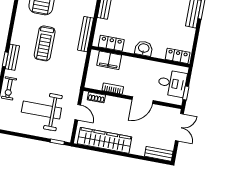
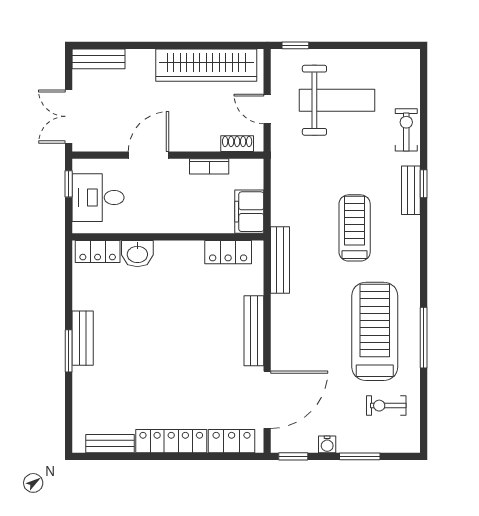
washbasin: (144, 48) -> (137, 254), moved
filing cabinet: (109, 60) -> (249, 212), moved, turned -90

